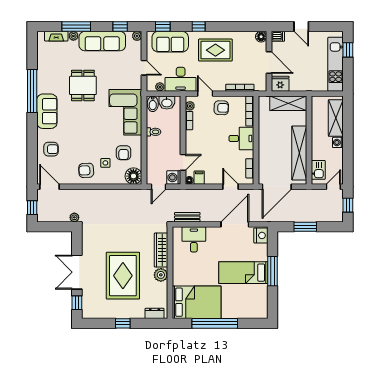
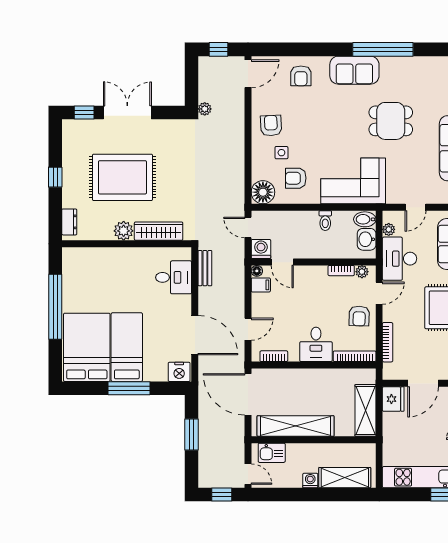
bed: (197, 302) -> (87, 347), moved, turned 180

